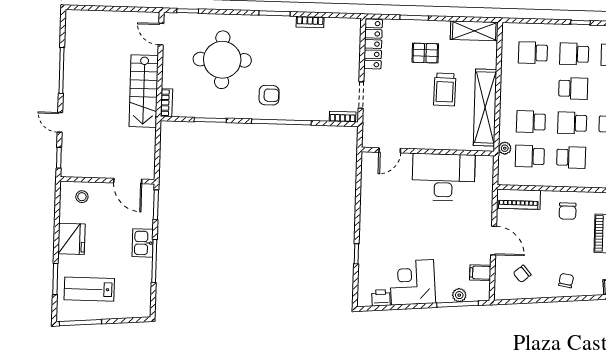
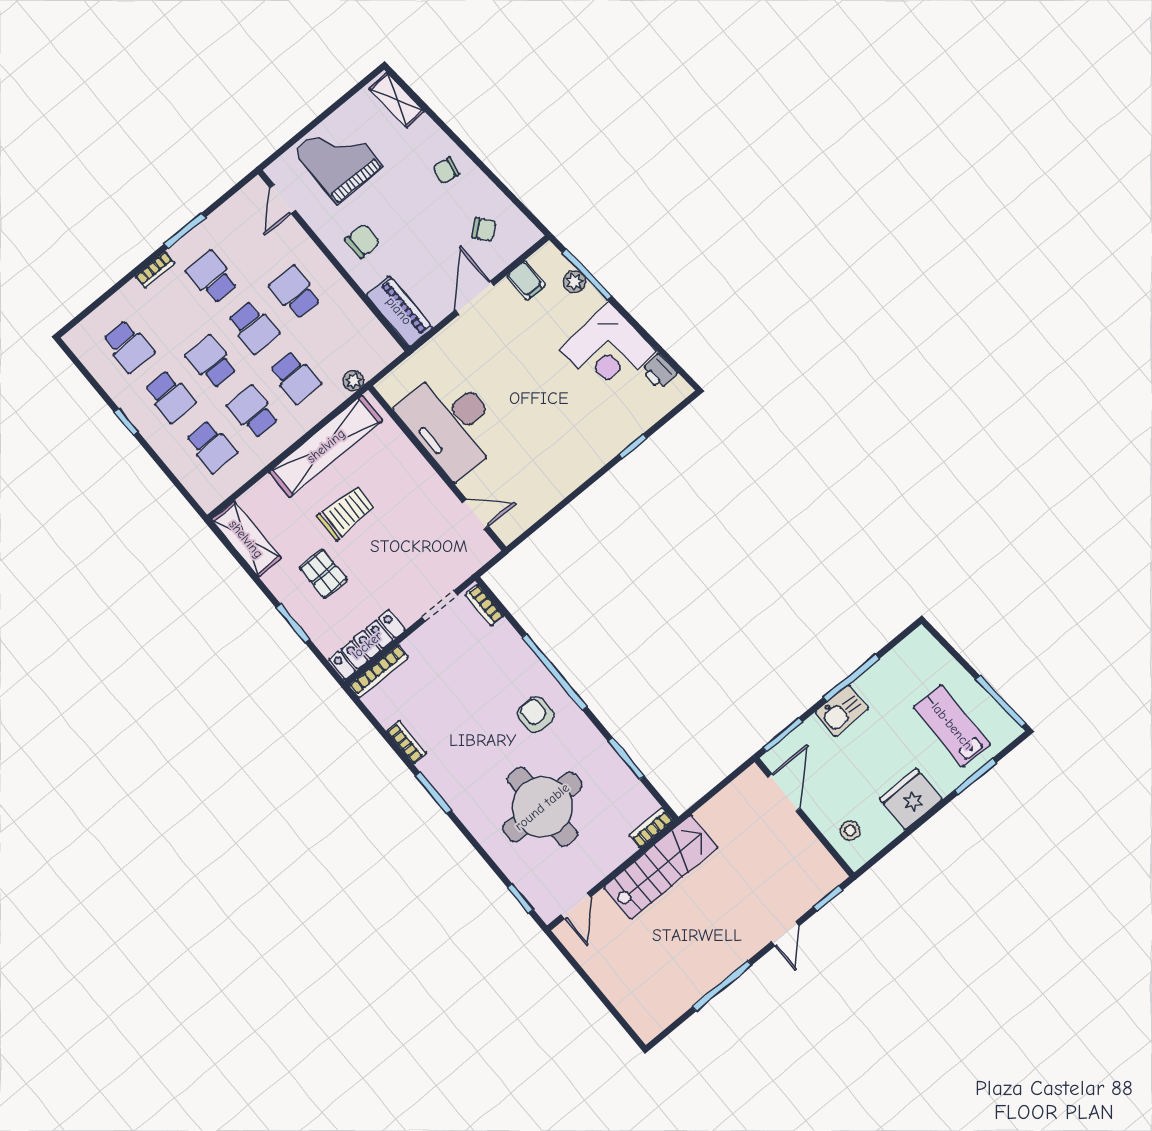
bookcase: (355, 38) -> (379, 671), added
school desk: (530, 156) -> (253, 412), moved, turned 180
lab bench: (89, 289) -> (952, 726), turned 180

